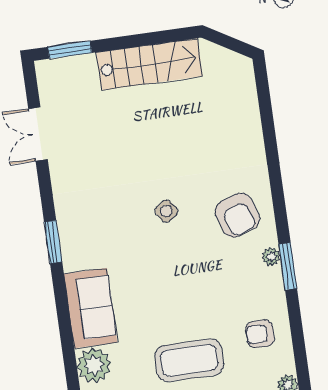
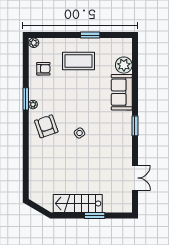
window: (70, 50) -> (95, 216), moved

